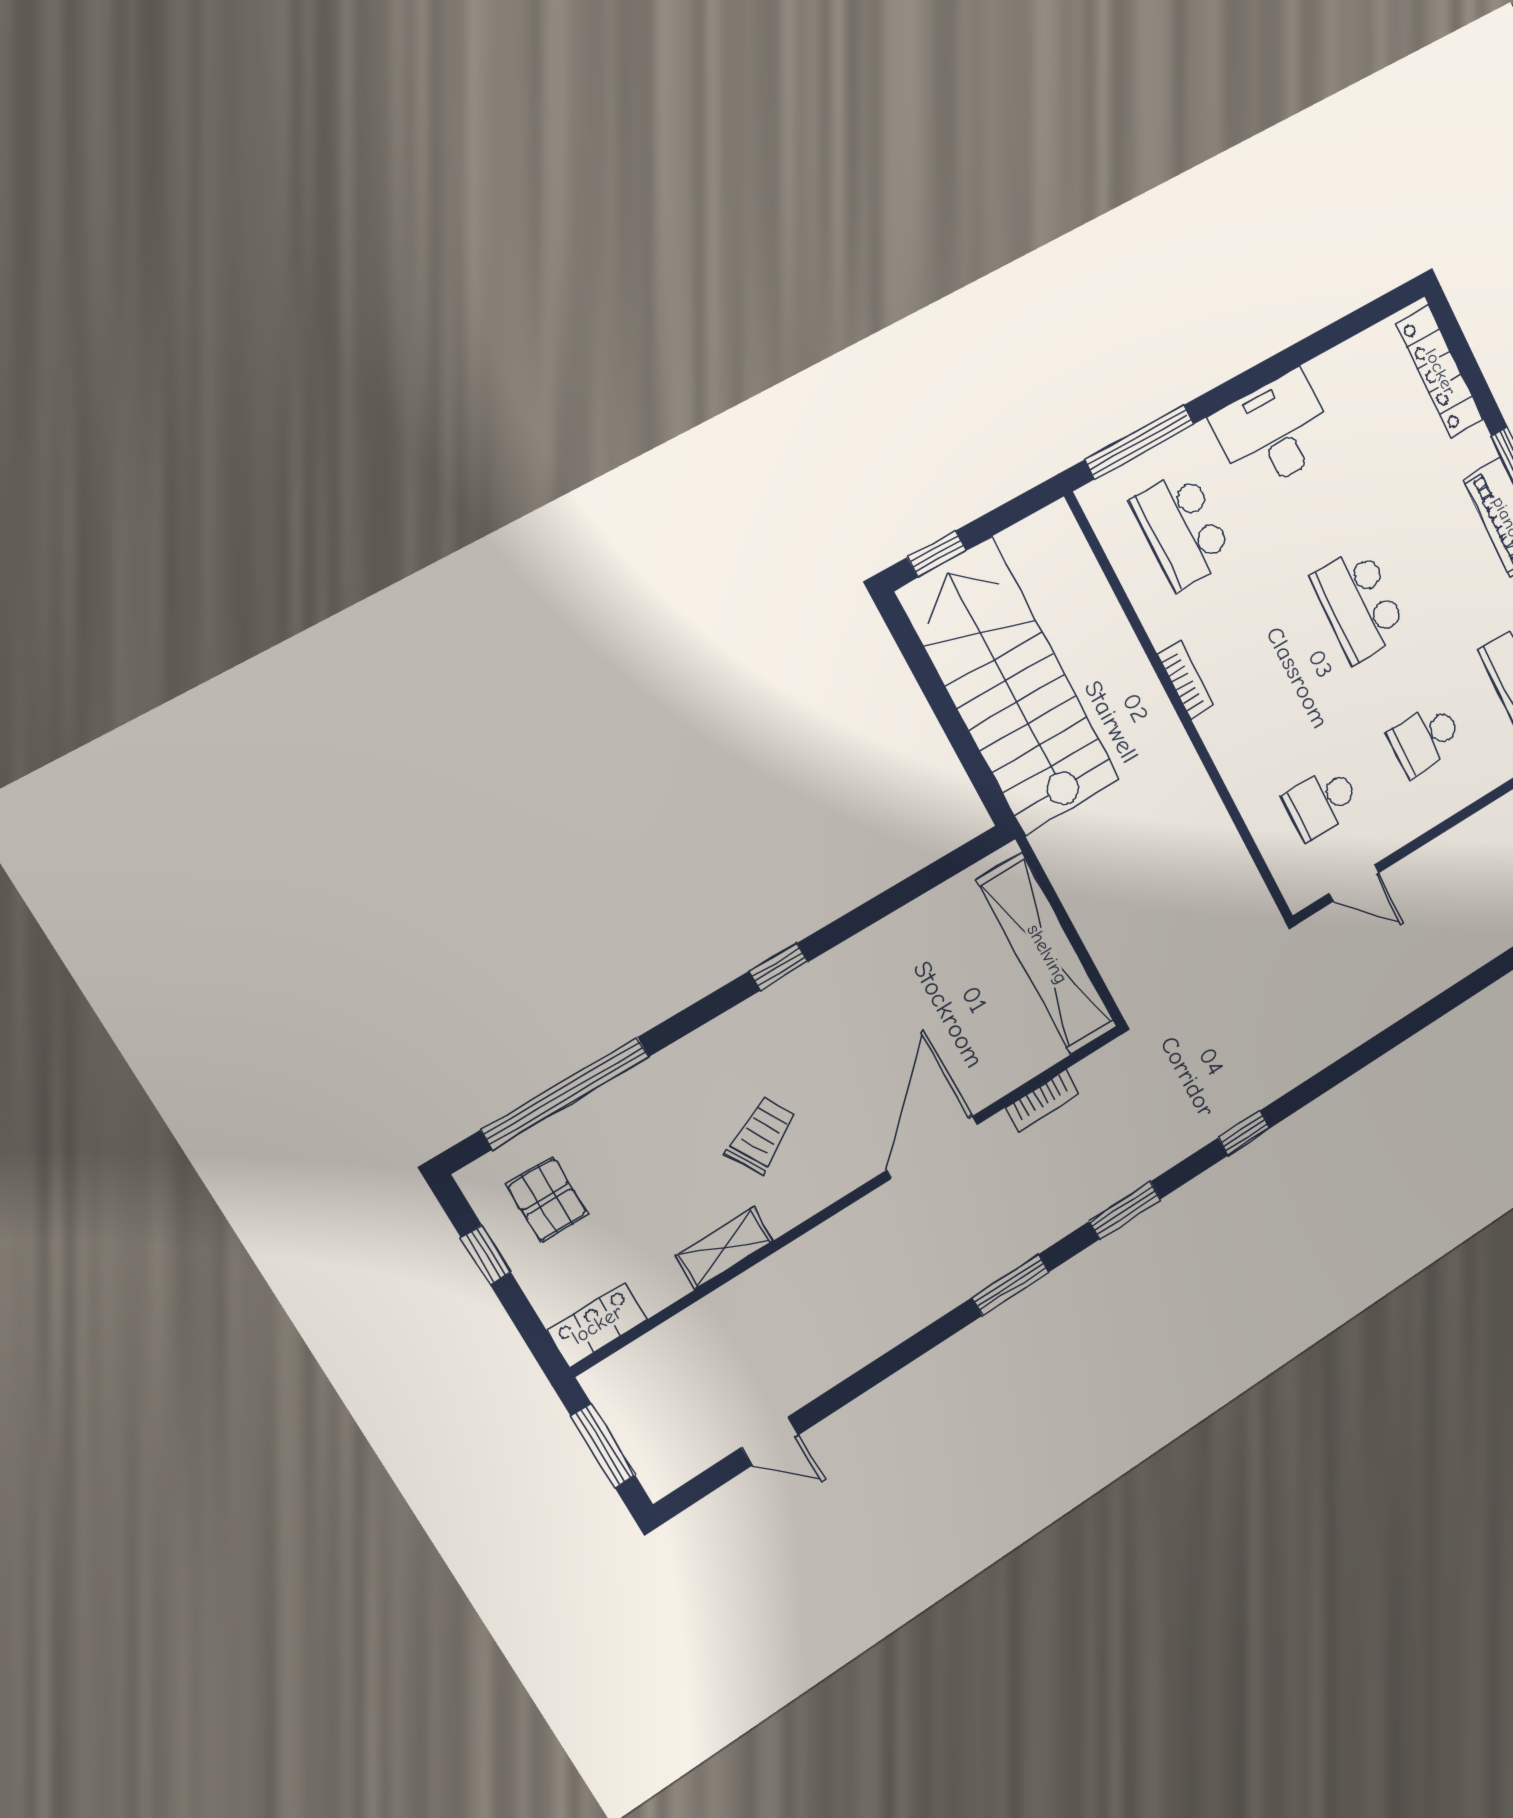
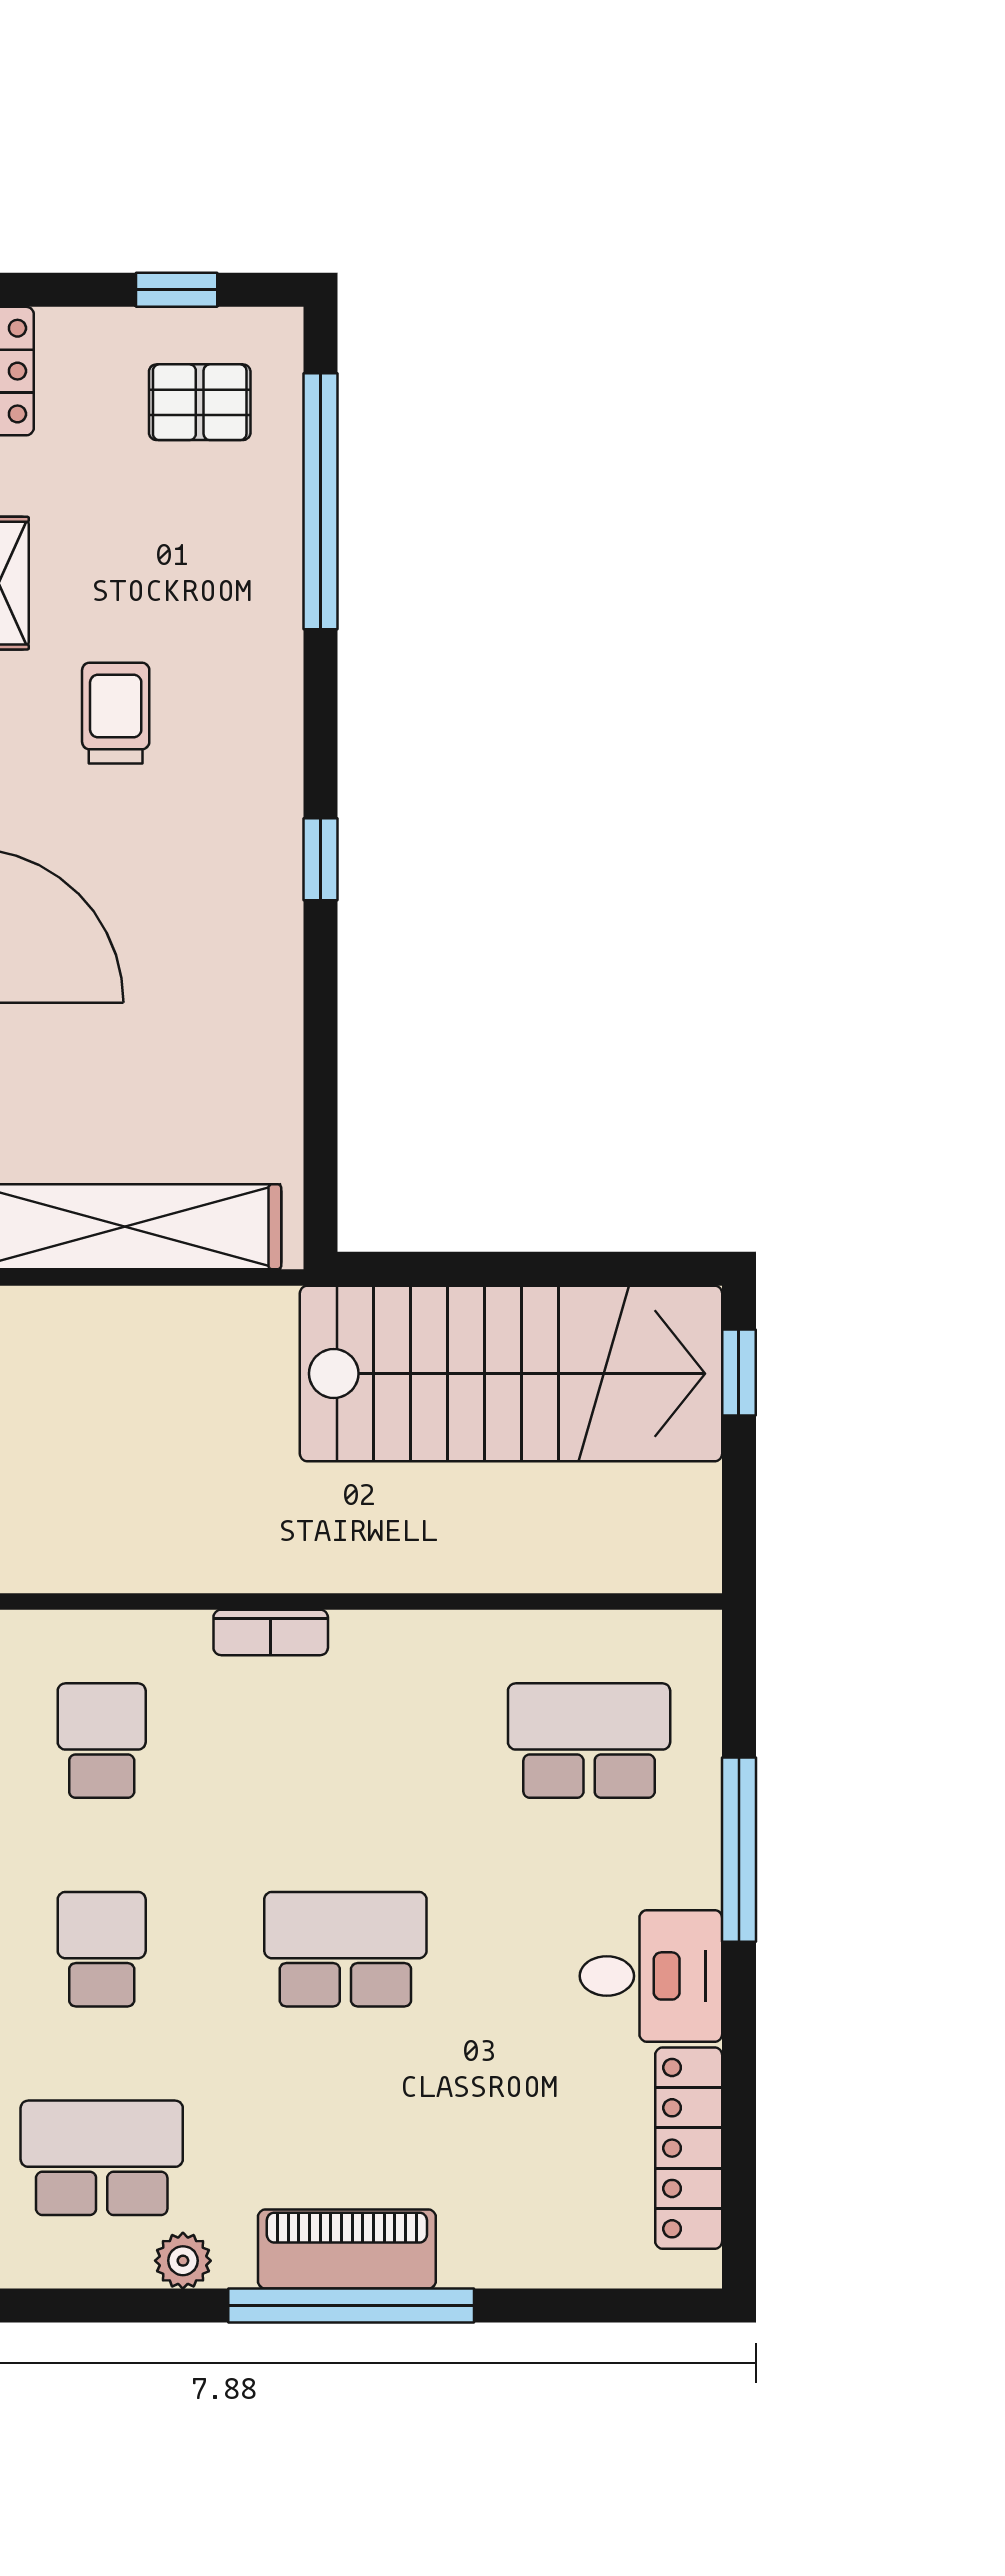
locker: (1440, 372) -> (689, 2148), moved, turned -90
desk: (1274, 432) -> (651, 1976), width x0.73
window: (1139, 442) -> (739, 1850), moved
bookcase: (1186, 679) -> (271, 1632), moved
trolley: (761, 1135) -> (116, 713), turned -151

